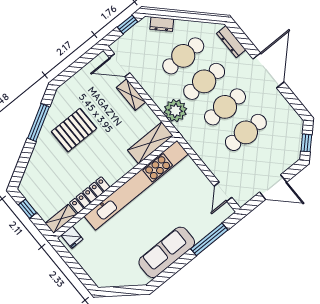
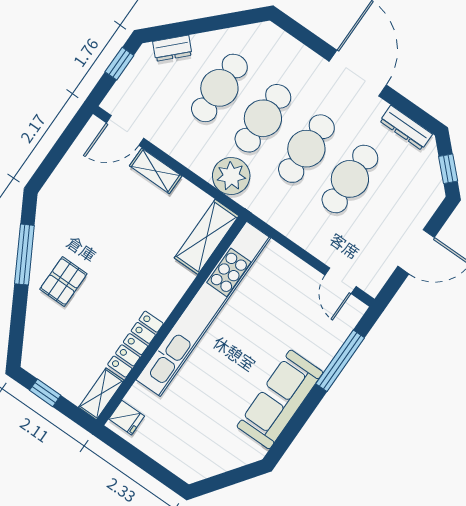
dresser: (231, 42) -> (406, 128), moved
pallet: (74, 130) -> (63, 282), moved, width x0.67, depth x0.71

